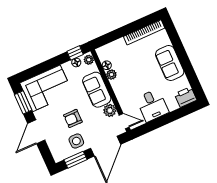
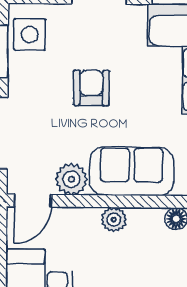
plant: (111, 75) -> (114, 220), moved
side table: (76, 141) -> (30, 34), moved

